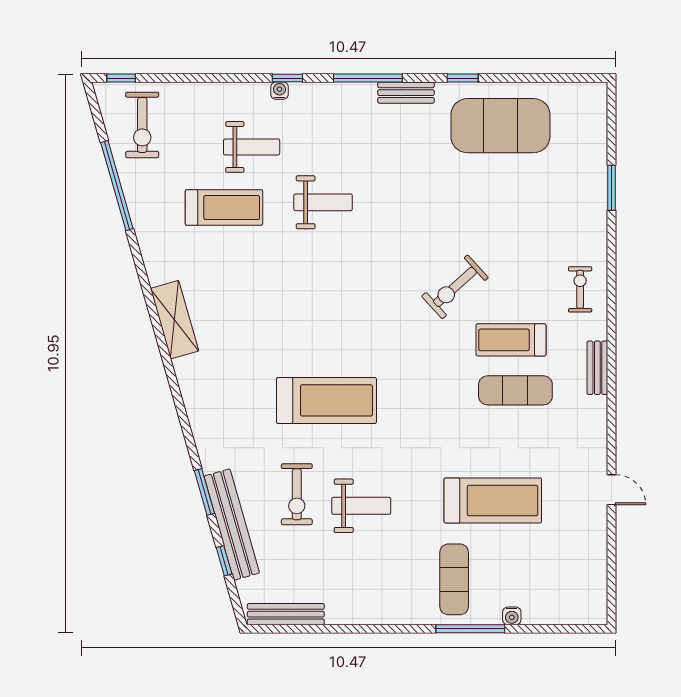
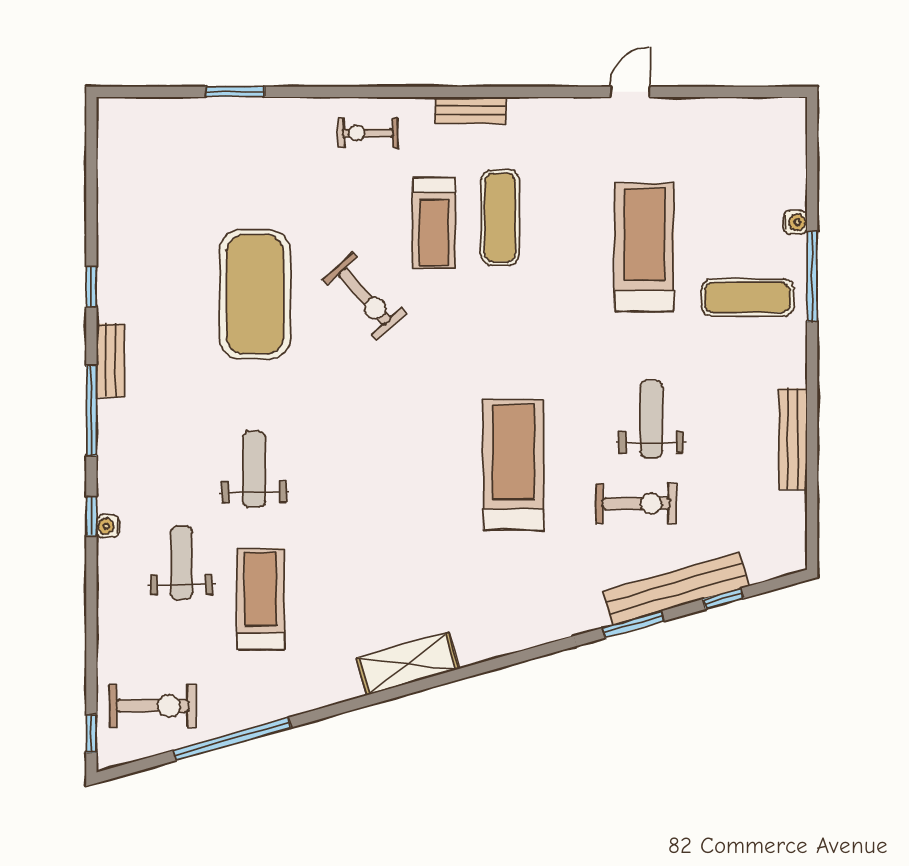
exercise mat: (500, 126) -> (255, 294), moved
bench: (286, 614) -> (793, 439), moved

